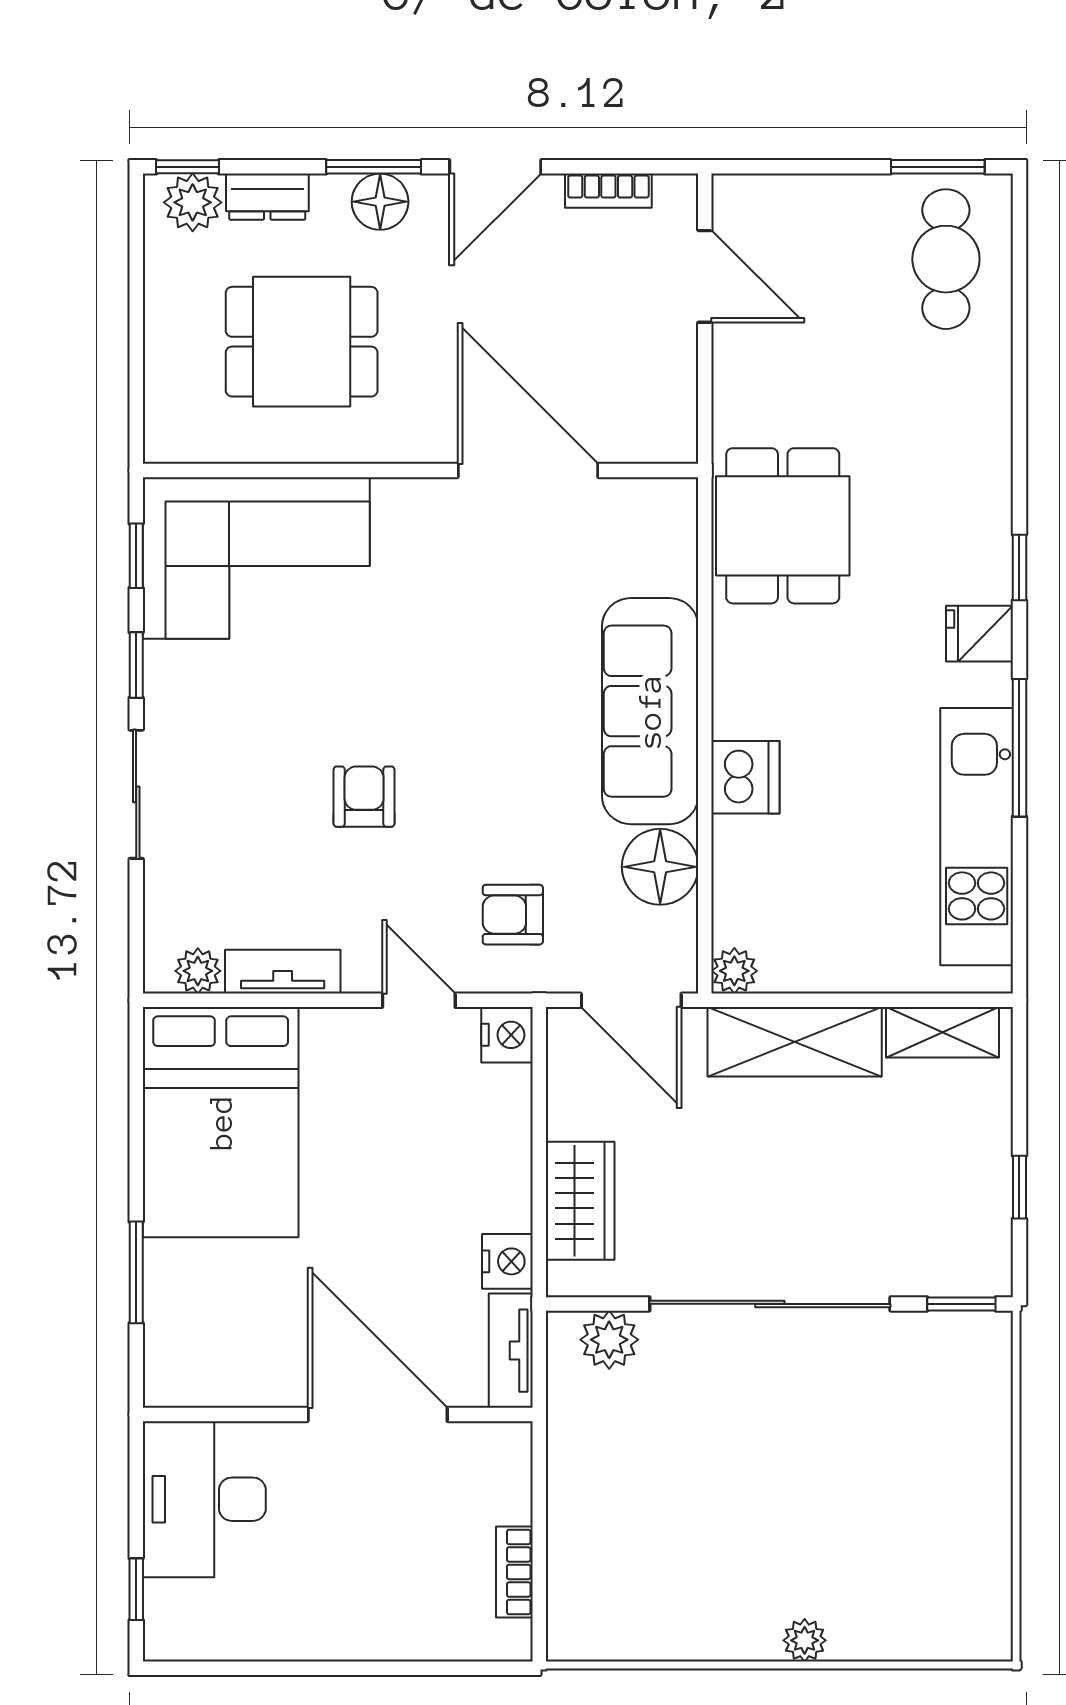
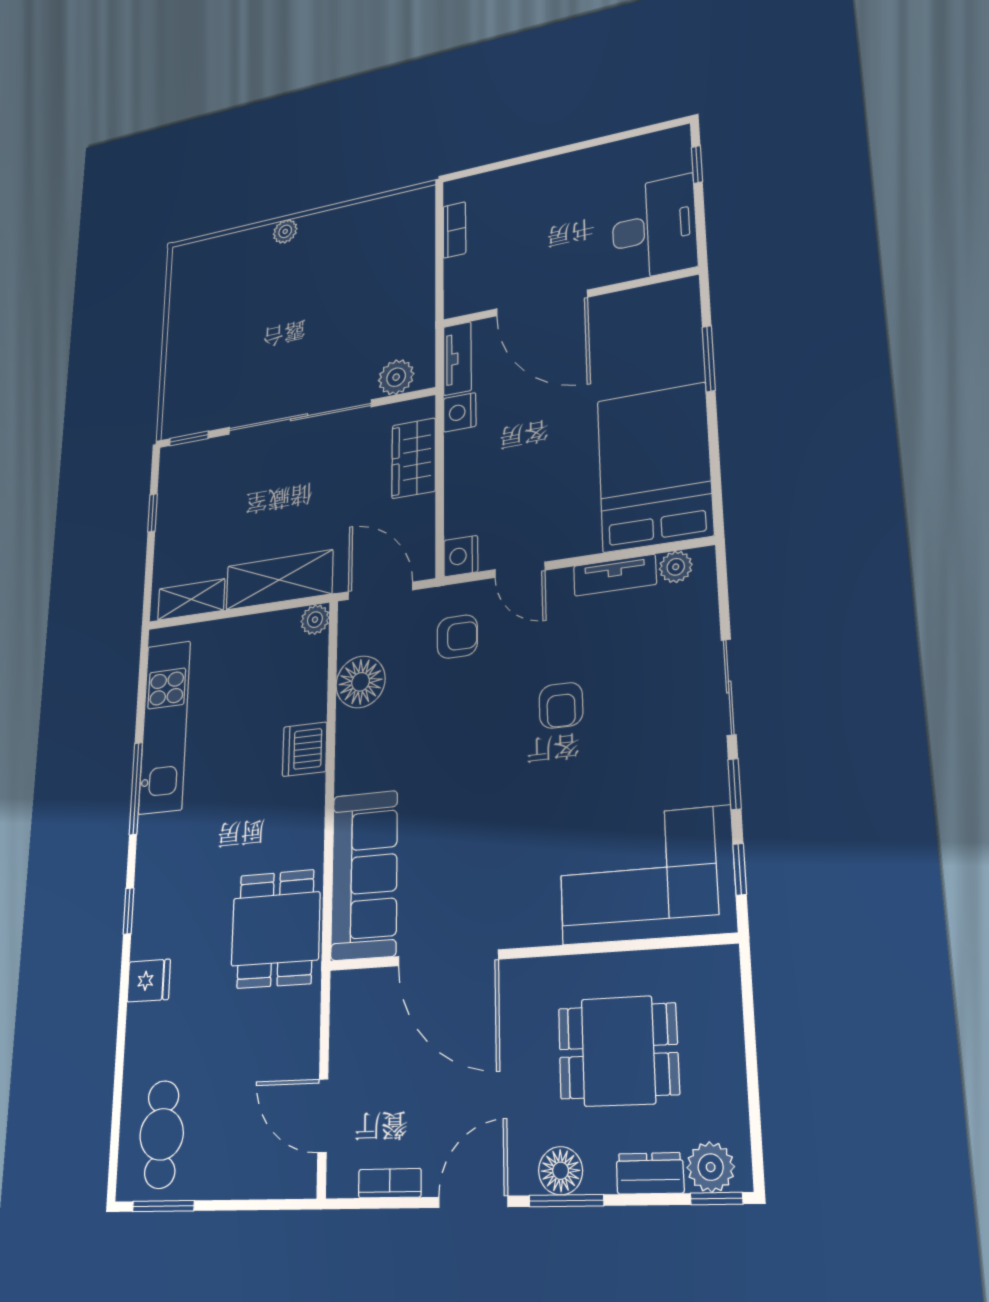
fridge: (979, 634) -> (149, 981), moved
sofa: (650, 711) -> (364, 875), moved

